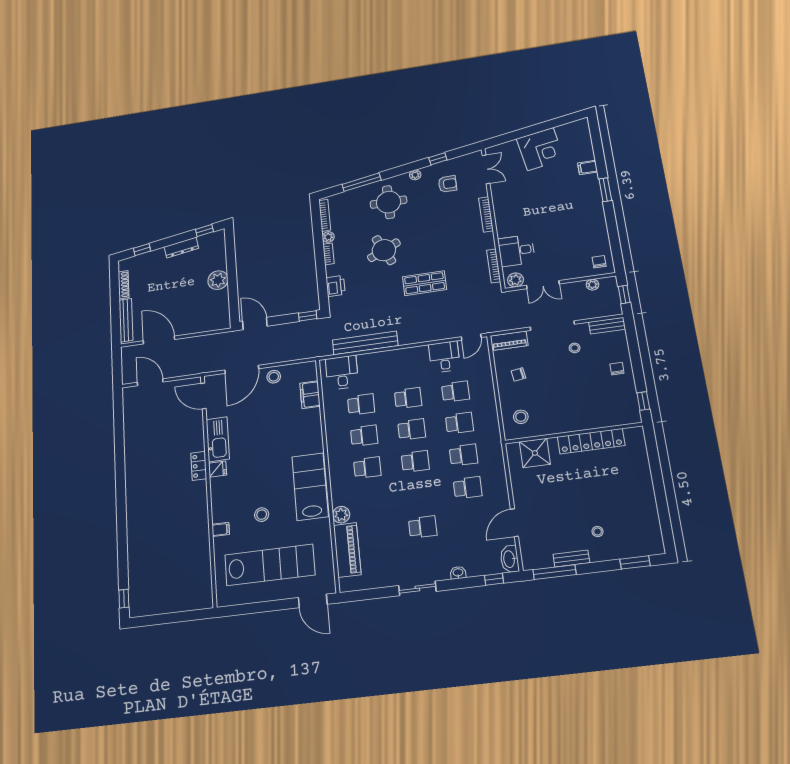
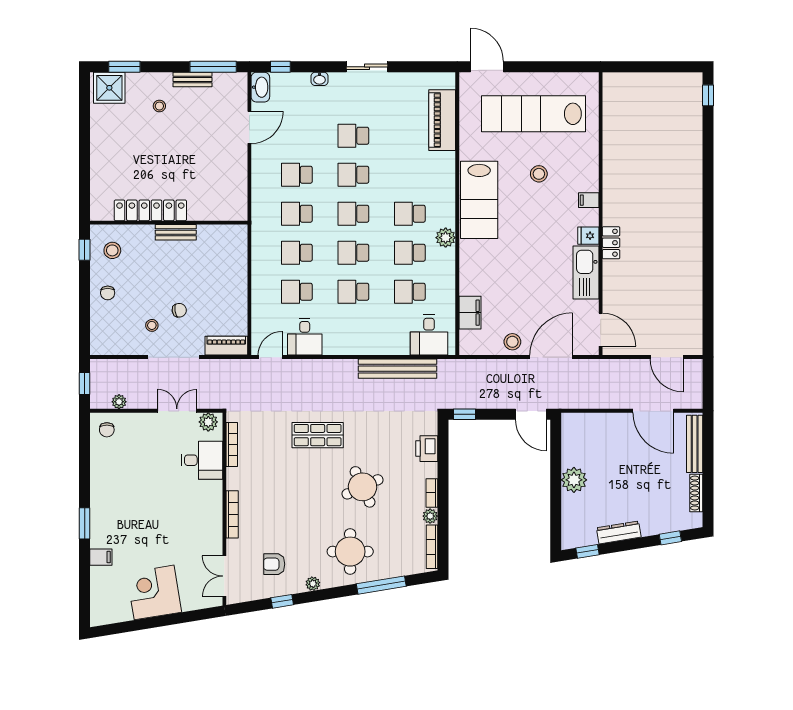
bench: (607, 326) -> (176, 232), moved
chair: (518, 374) -> (179, 310), moved
stool: (521, 417) -> (112, 250), moved
shower: (535, 453) -> (109, 88), moved
school desk: (419, 494) -> (353, 175), added
plant: (341, 515) -> (446, 238), moved
filing cabinet: (221, 529) -> (589, 200), moved

